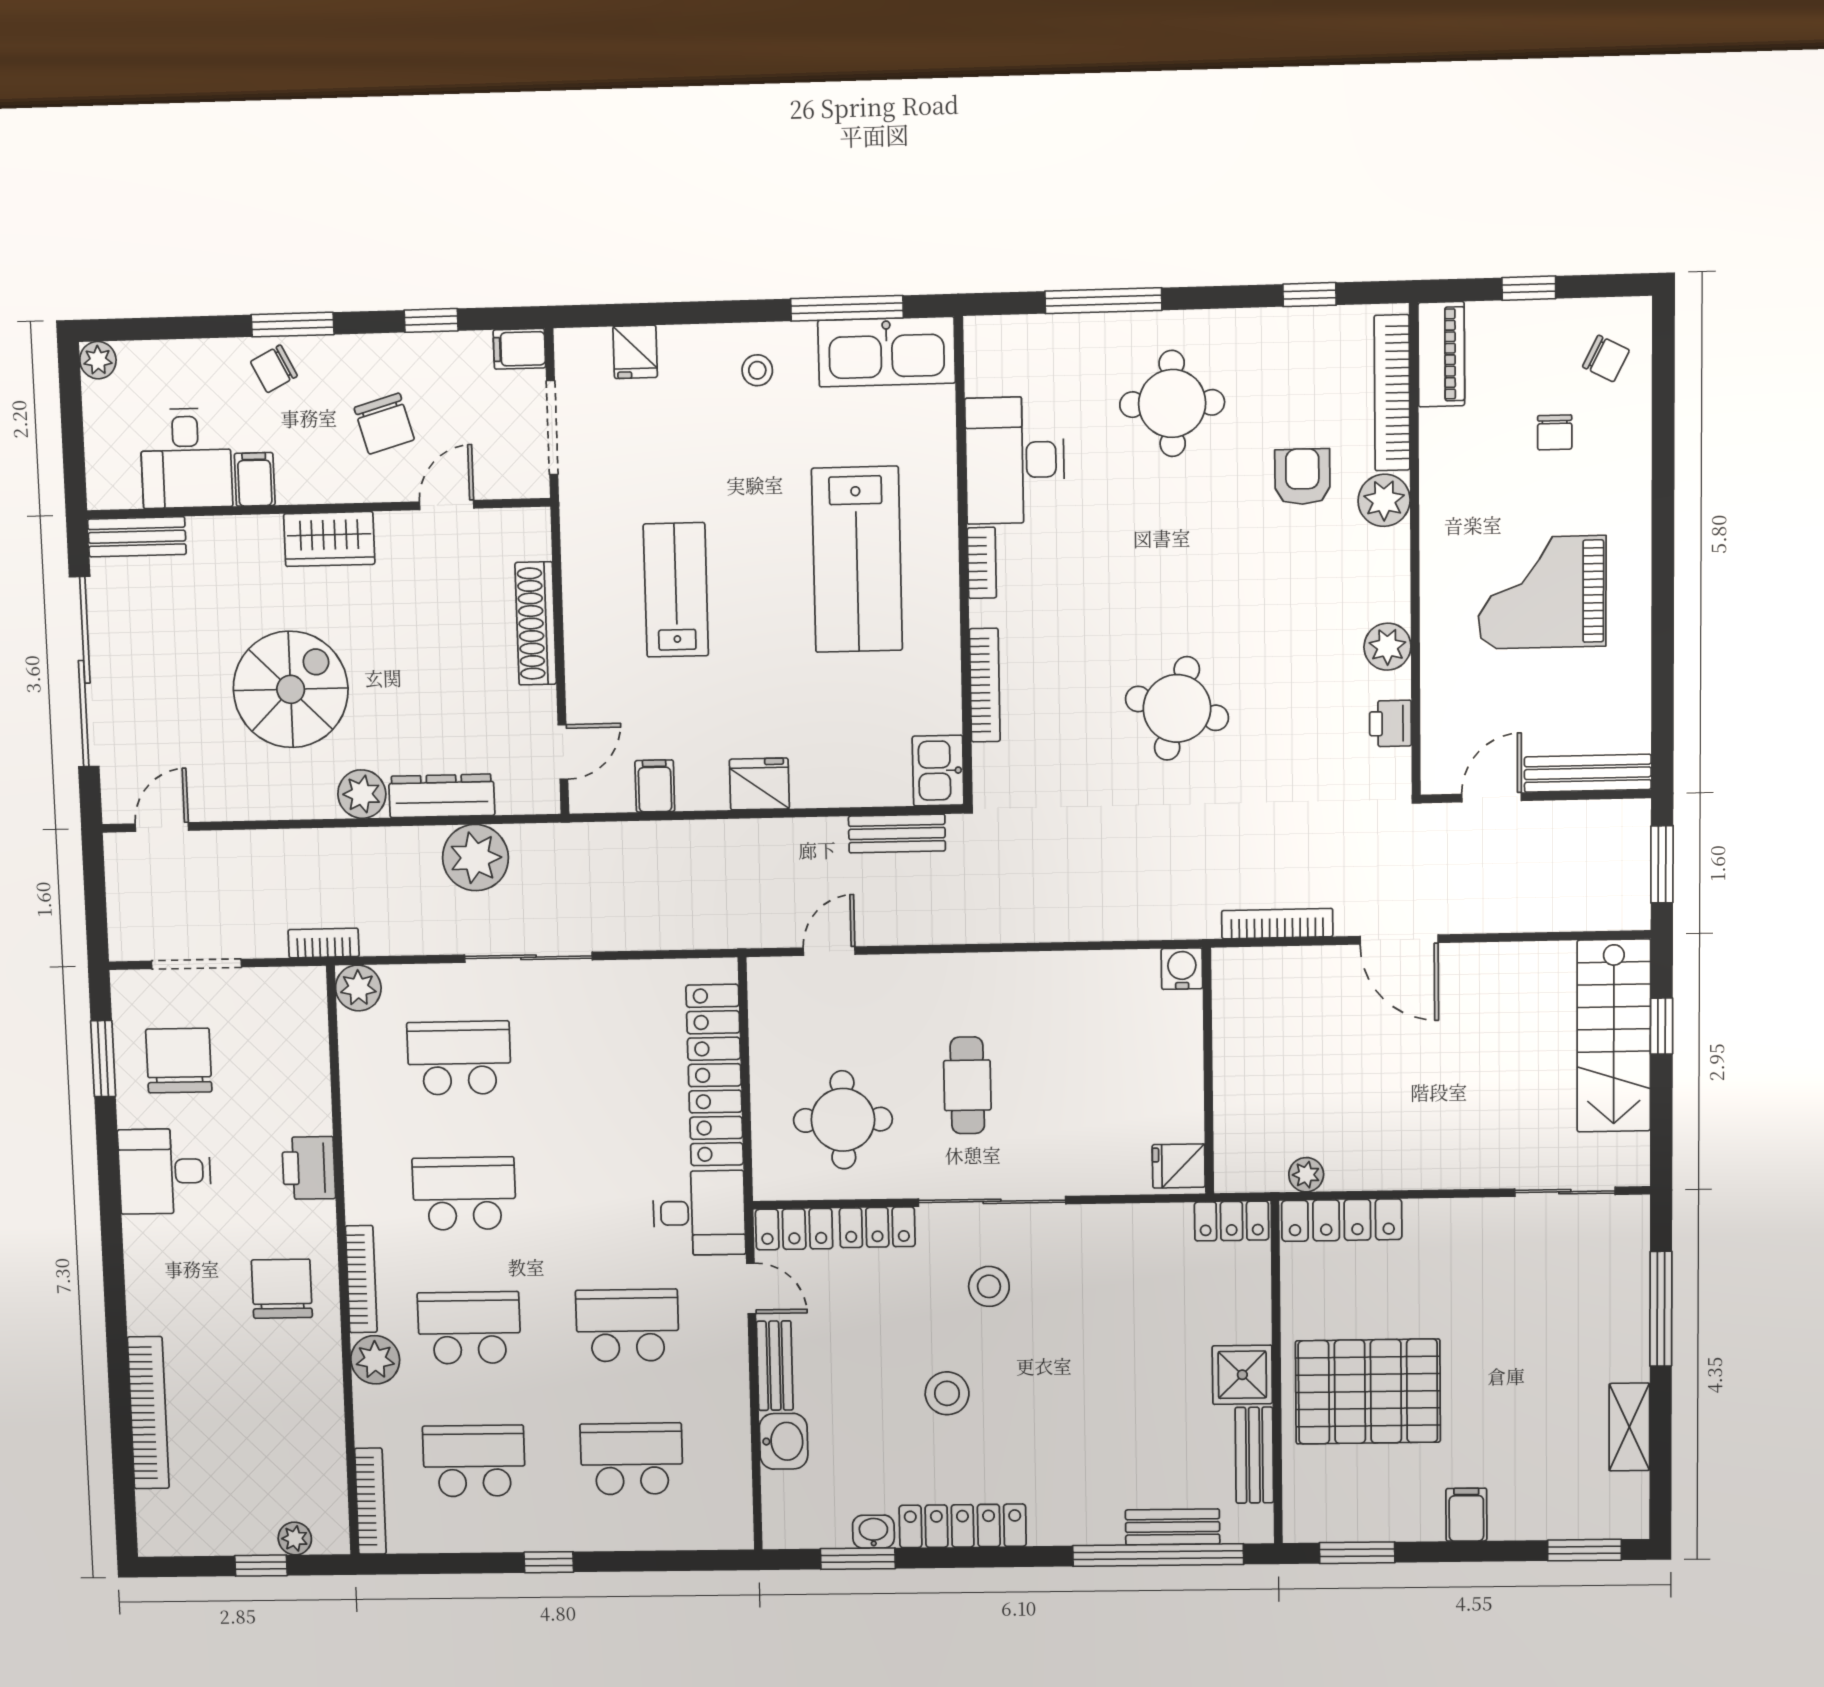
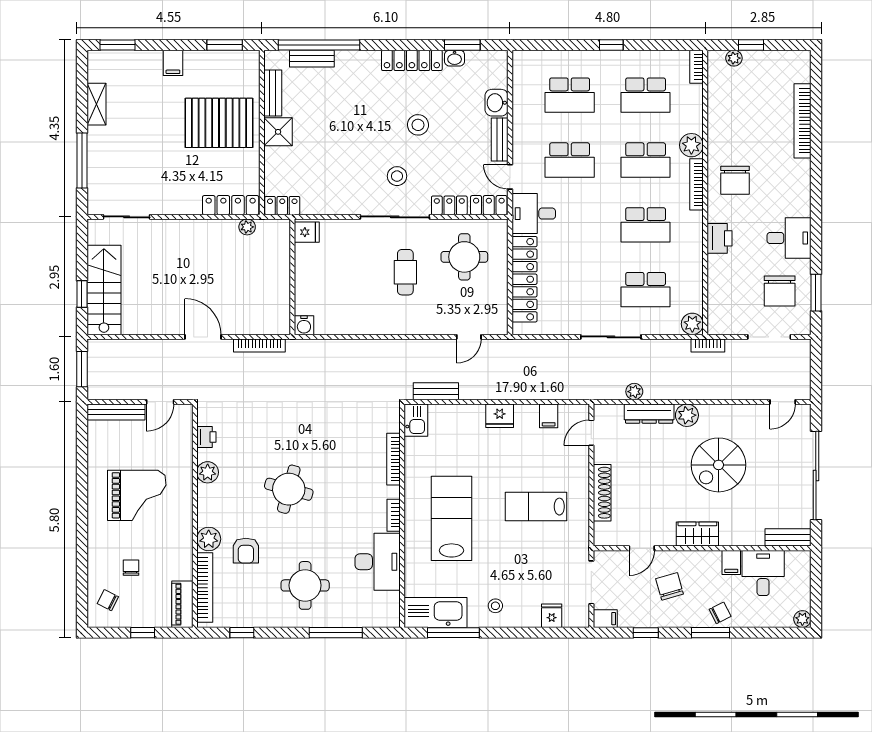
lab bench: (676, 590) -> (536, 507), turned 90
round table: (1177, 708) -> (289, 489), moved
plant: (475, 858) -> (634, 392), width x0.53, depth x0.53
bookcase: (370, 1501) -> (696, 67), width x0.64

